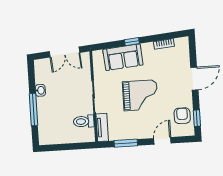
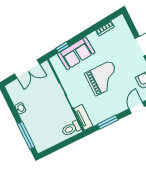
window: (132, 42) -> (62, 47), moved
window: (34, 110) -> (26, 135), moved
toilet: (84, 121) -> (71, 129), moved

